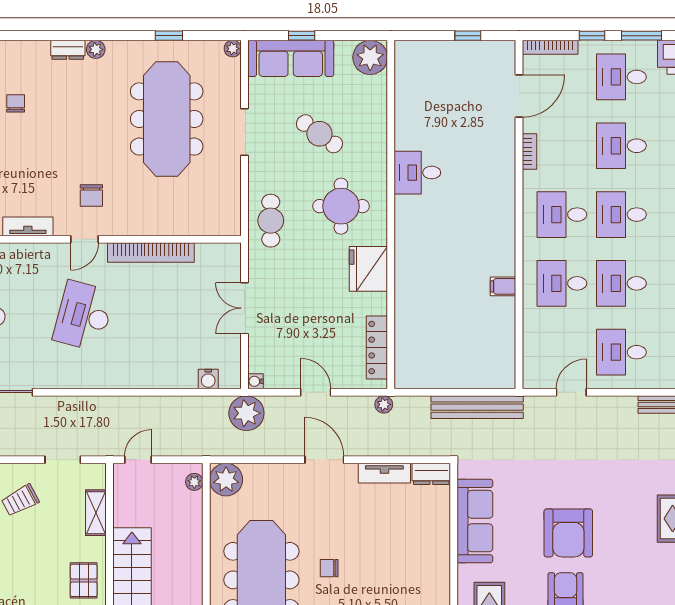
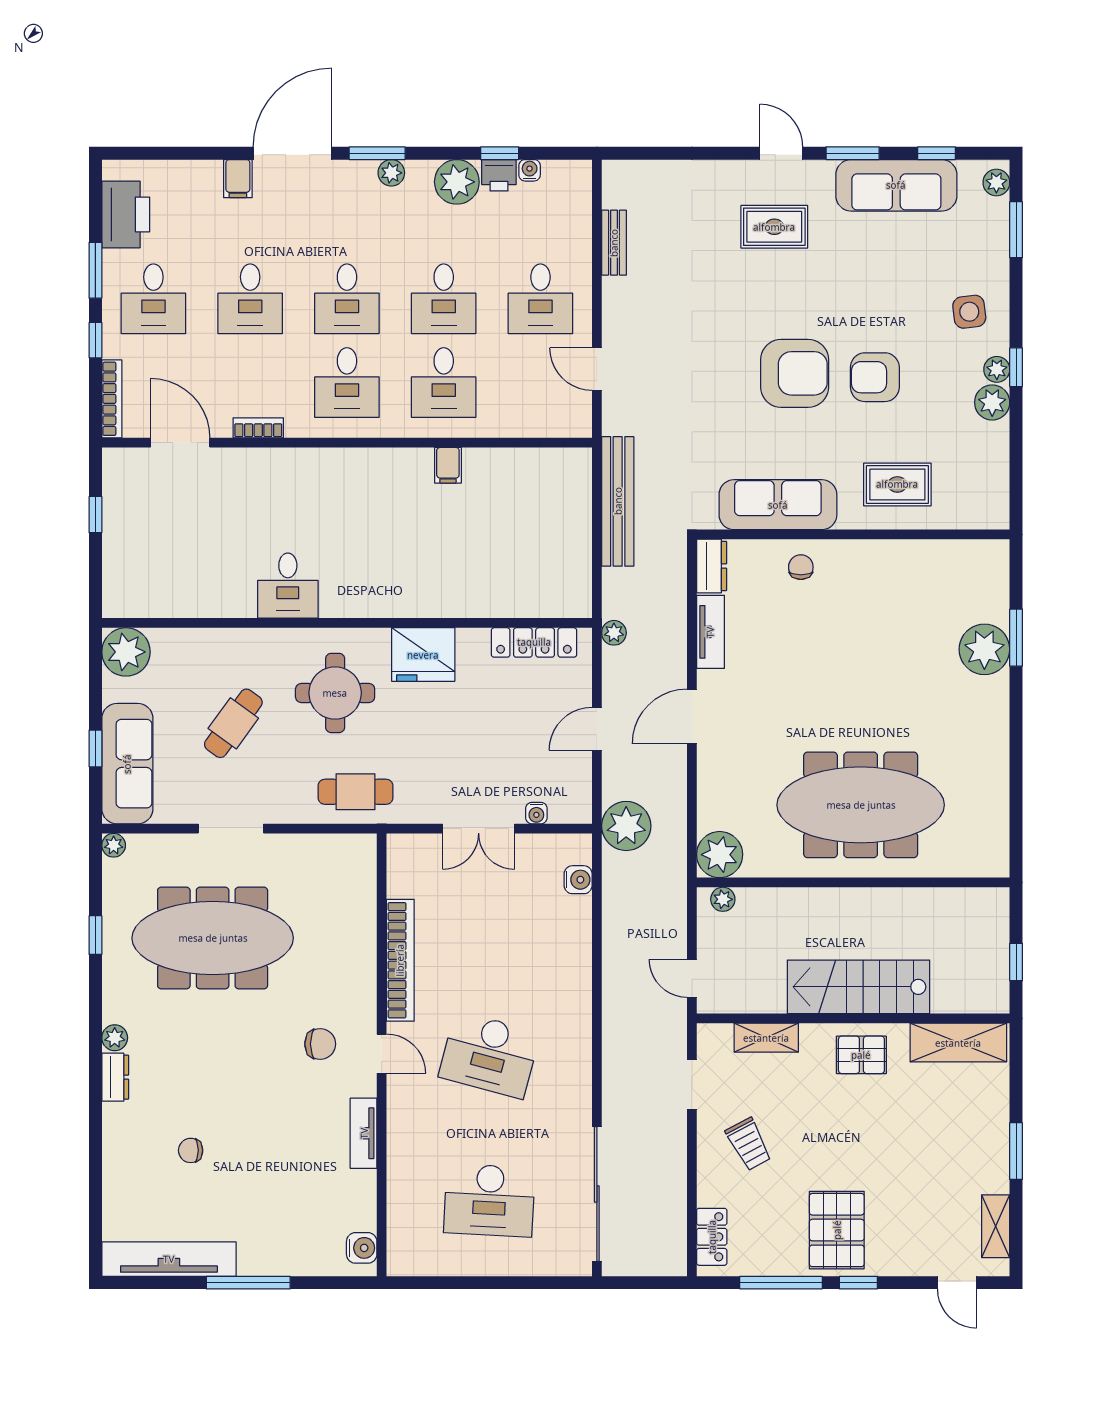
water cooler: (256, 381) -> (536, 813), moved
chair: (329, 568) -> (801, 567), moved, turned 180

